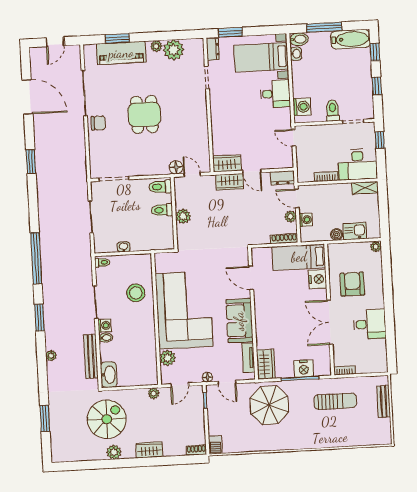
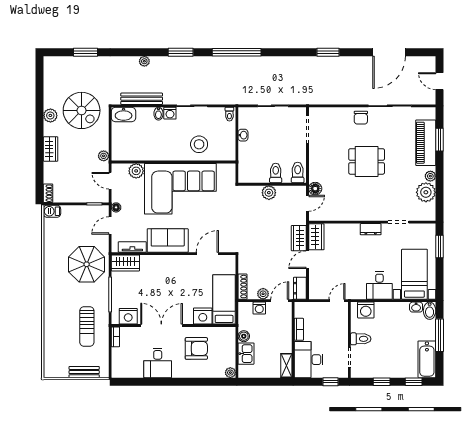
dresser: (213, 49) -> (371, 229), moved
nightstand: (304, 368) -> (128, 316), moved, turned -90

